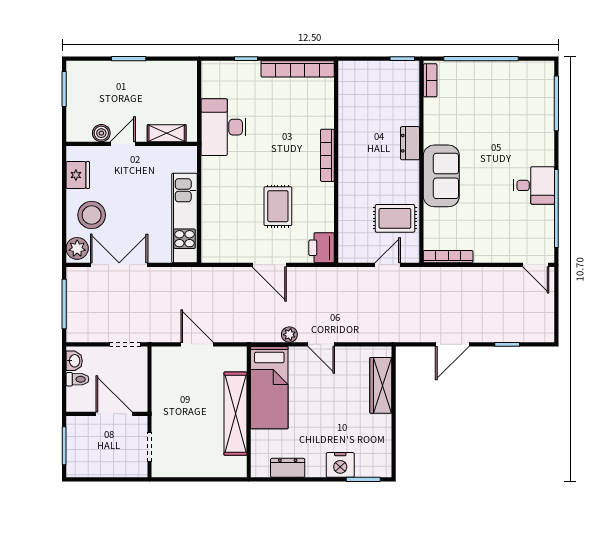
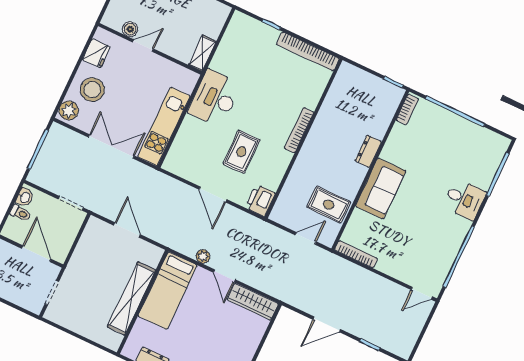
desk: (223, 127) -> (215, 98), moved
shelving: (167, 133) -> (202, 53), moved, turned 90
desk: (534, 185) -> (464, 199), moved
double door: (119, 265) -> (111, 146), moved
door: (536, 265) -> (422, 293), hinge flipped
wardrobe: (381, 385) -> (253, 302), moved, turned -90

